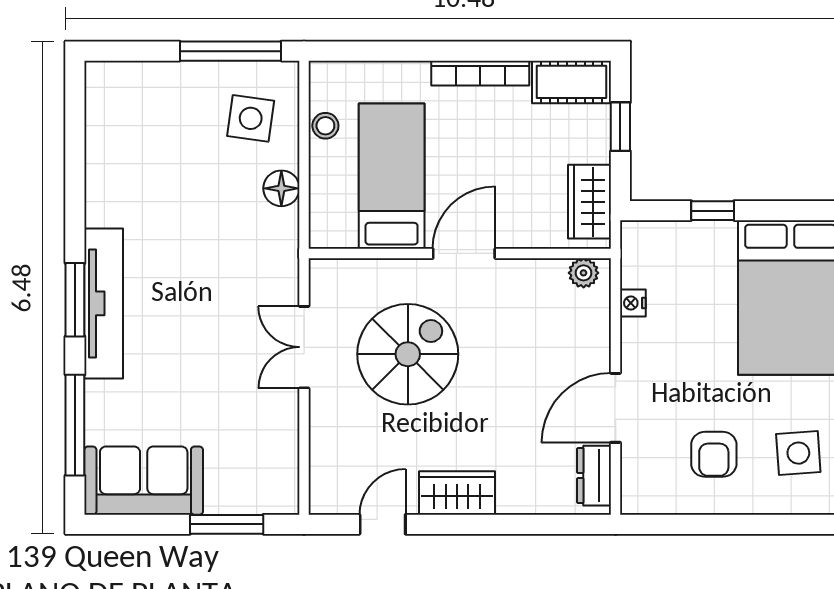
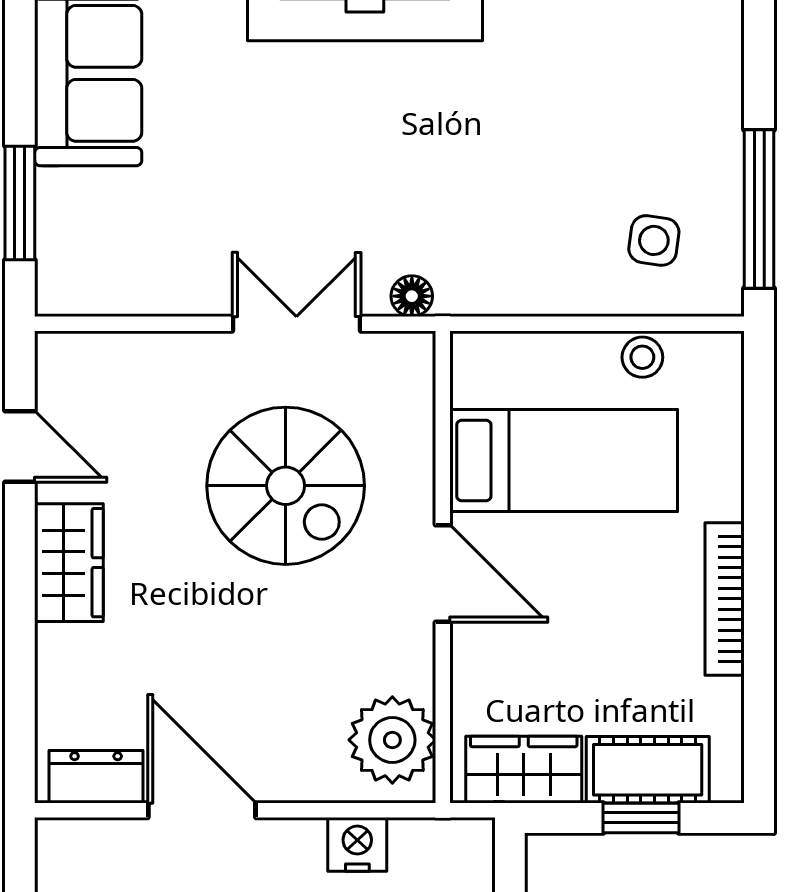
cot: (571, 82) -> (648, 770), moved, turned 90
side table: (251, 118) -> (654, 240), width x0.73, depth x0.73
floor lamp: (281, 188) -> (412, 296), moved, width x0.73, depth x0.73
plant: (584, 273) -> (392, 740), width x1.87, depth x1.87
nightstand: (633, 303) -> (357, 844), width x1.39, depth x1.35

